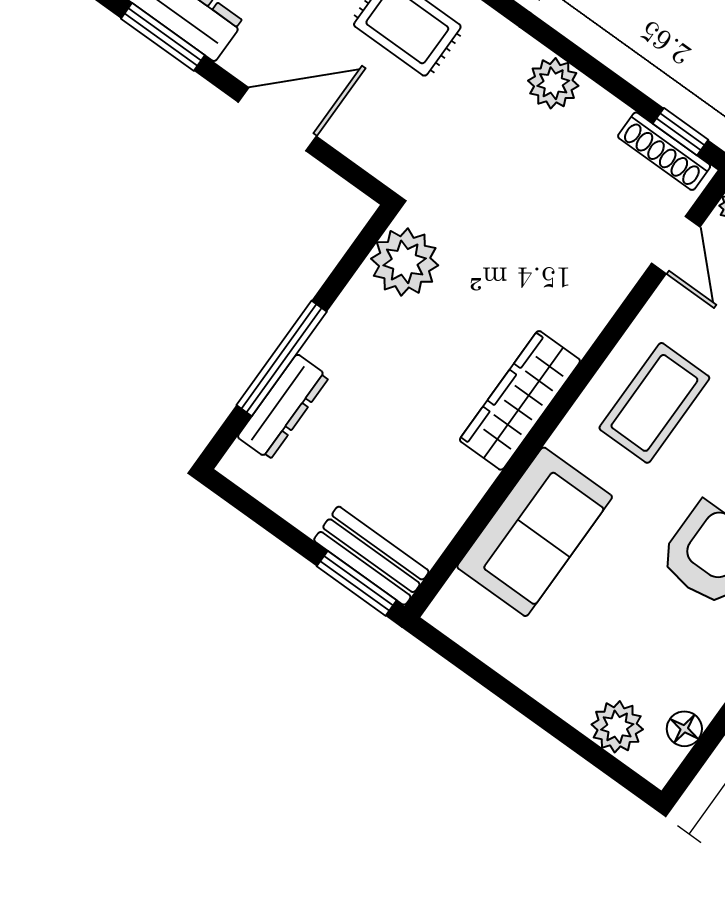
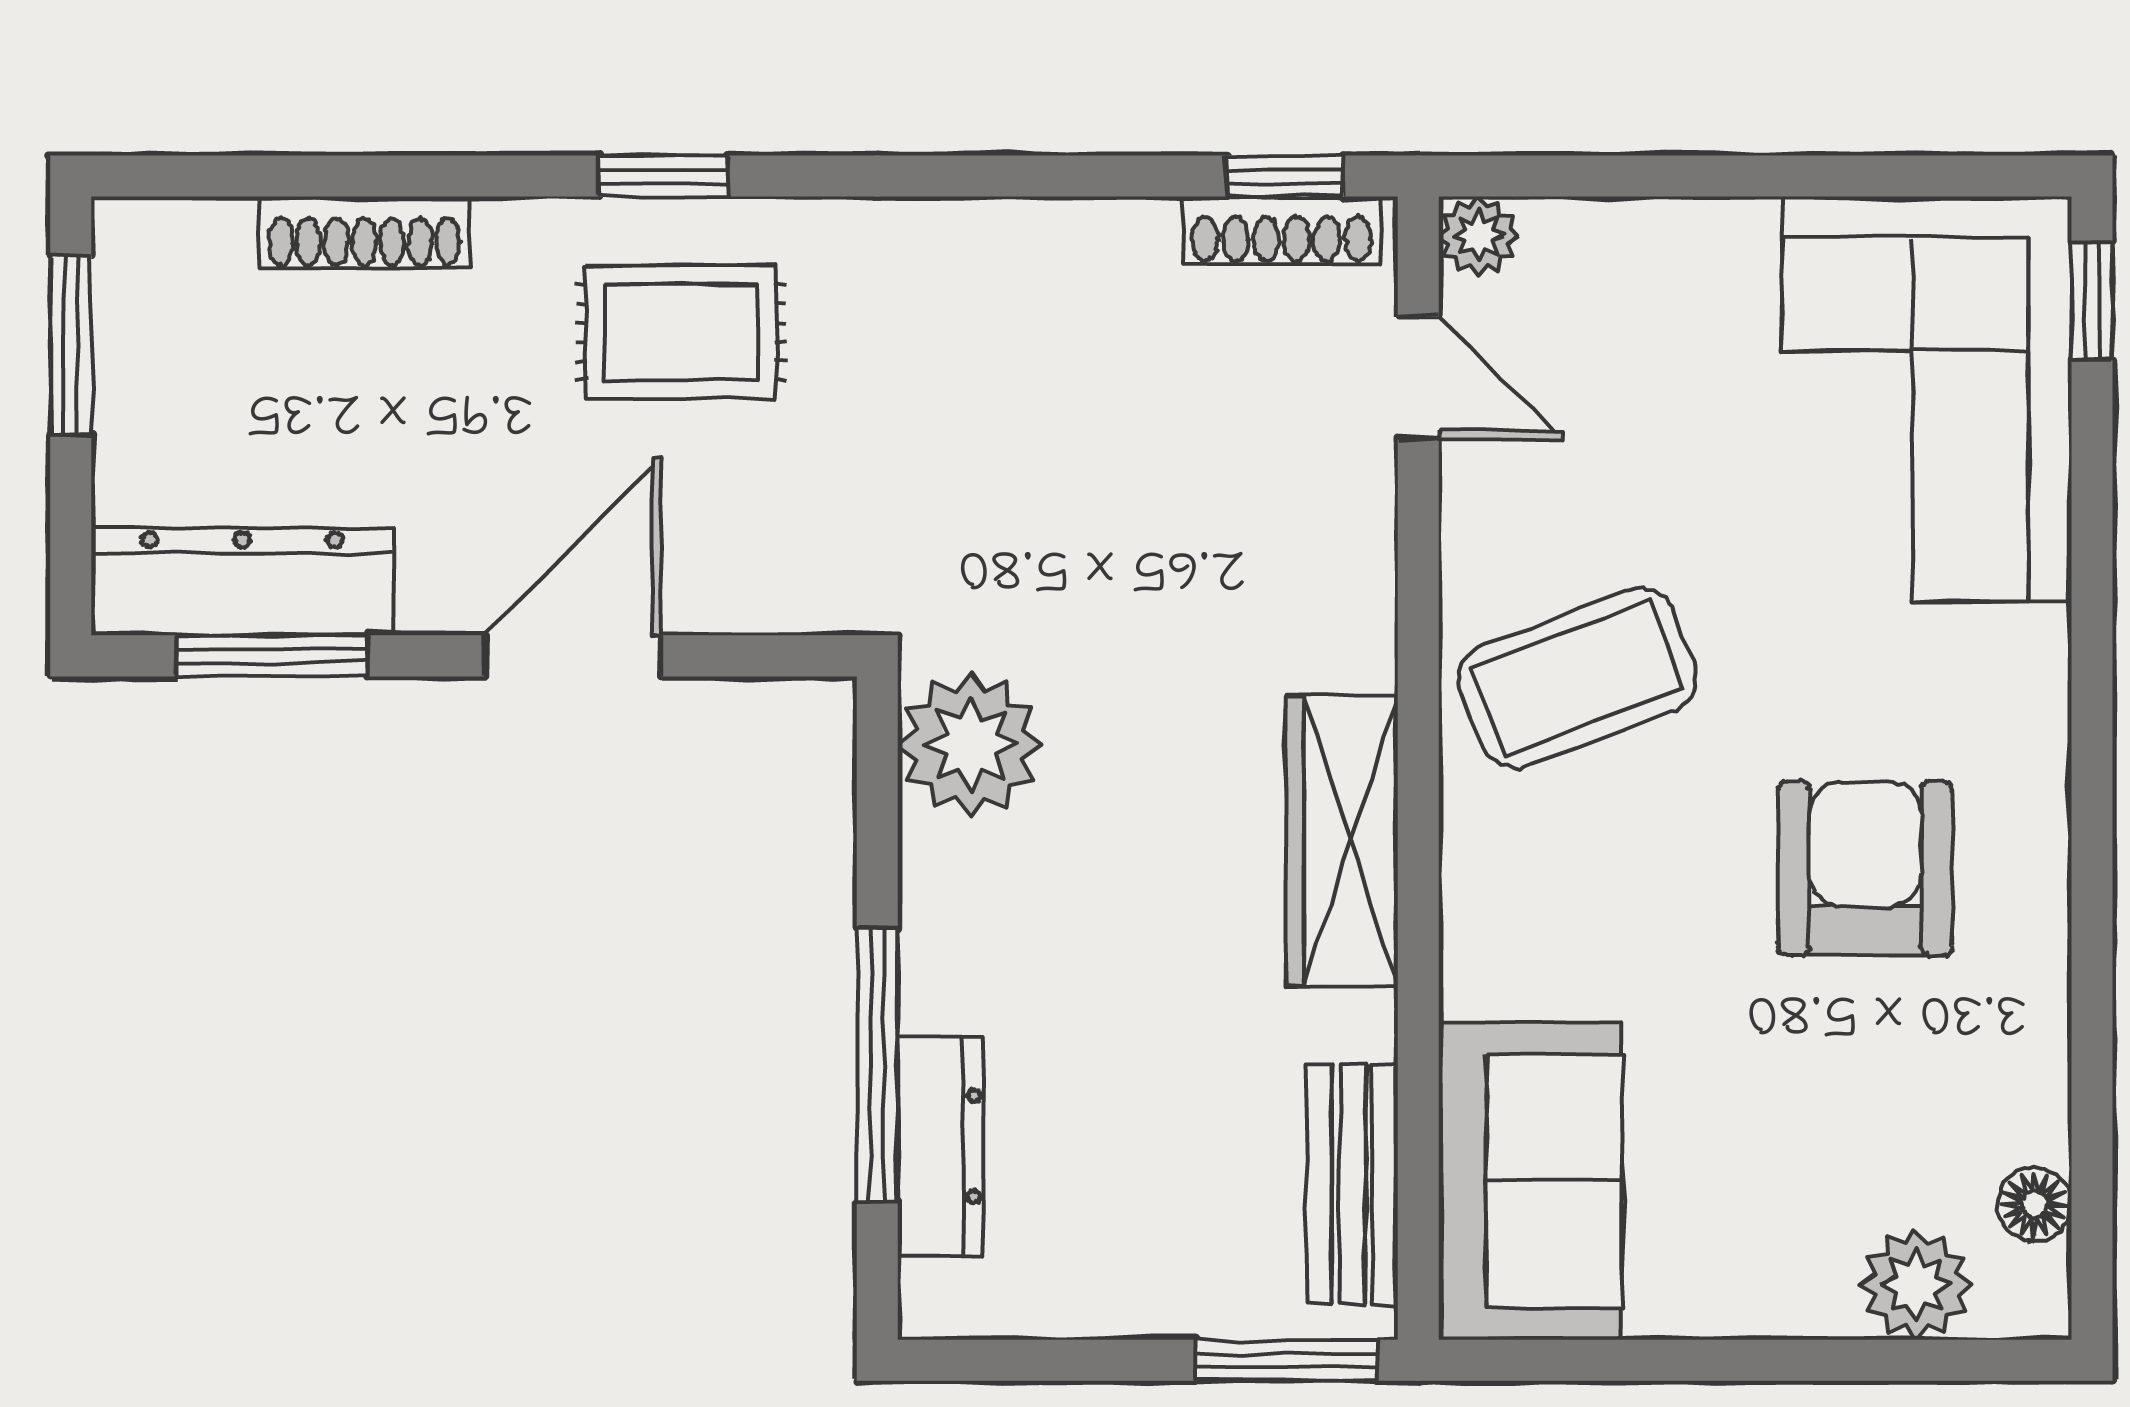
plant: (553, 83) -> (1005, 251), removed
coffee table: (654, 403) -> (1577, 678), turned 69
sofa: (535, 532) -> (1531, 1181), moved
bench: (371, 556) -> (1352, 1184), moved, turned 90

